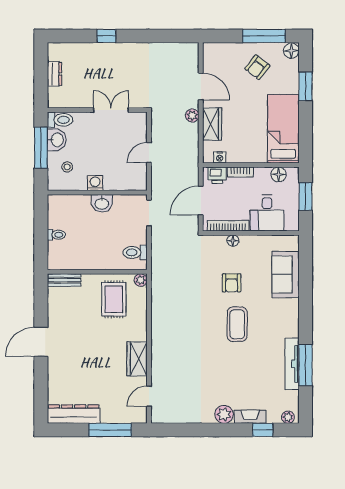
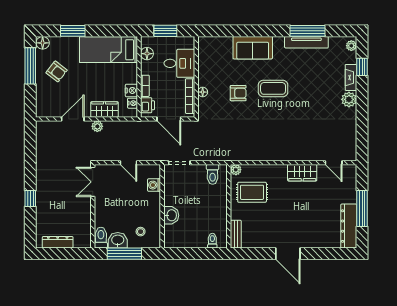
dresser: (54, 74) -> (58, 242), width x1.44
double door: (111, 110) -> (93, 182), moved
nightstand: (235, 156) -> (131, 90), added
washing machine: (95, 183) -> (154, 185), moved
washbasin: (102, 203) -> (171, 215), moved
toilet: (56, 235) -> (212, 241), moved
sofa: (286, 275) -> (253, 48), moved
window: (110, 430) -> (362, 208), moved

